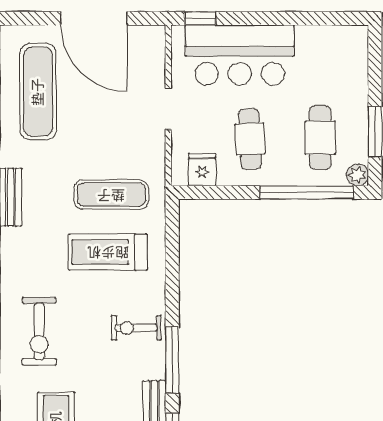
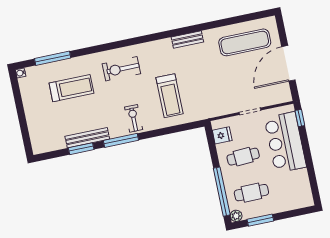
exercise mat: (111, 195) -> (200, 91), removed
treadmill: (108, 252) -> (170, 96), turned 180

